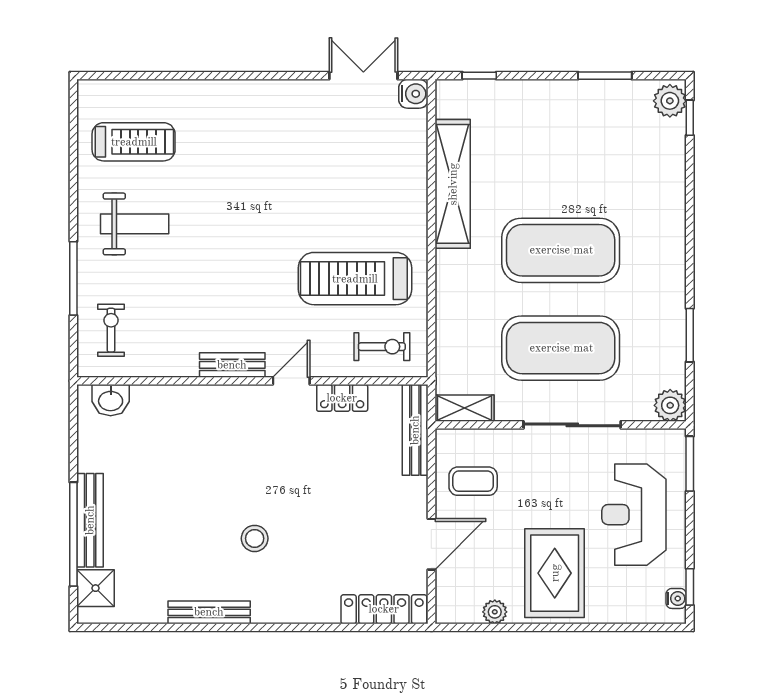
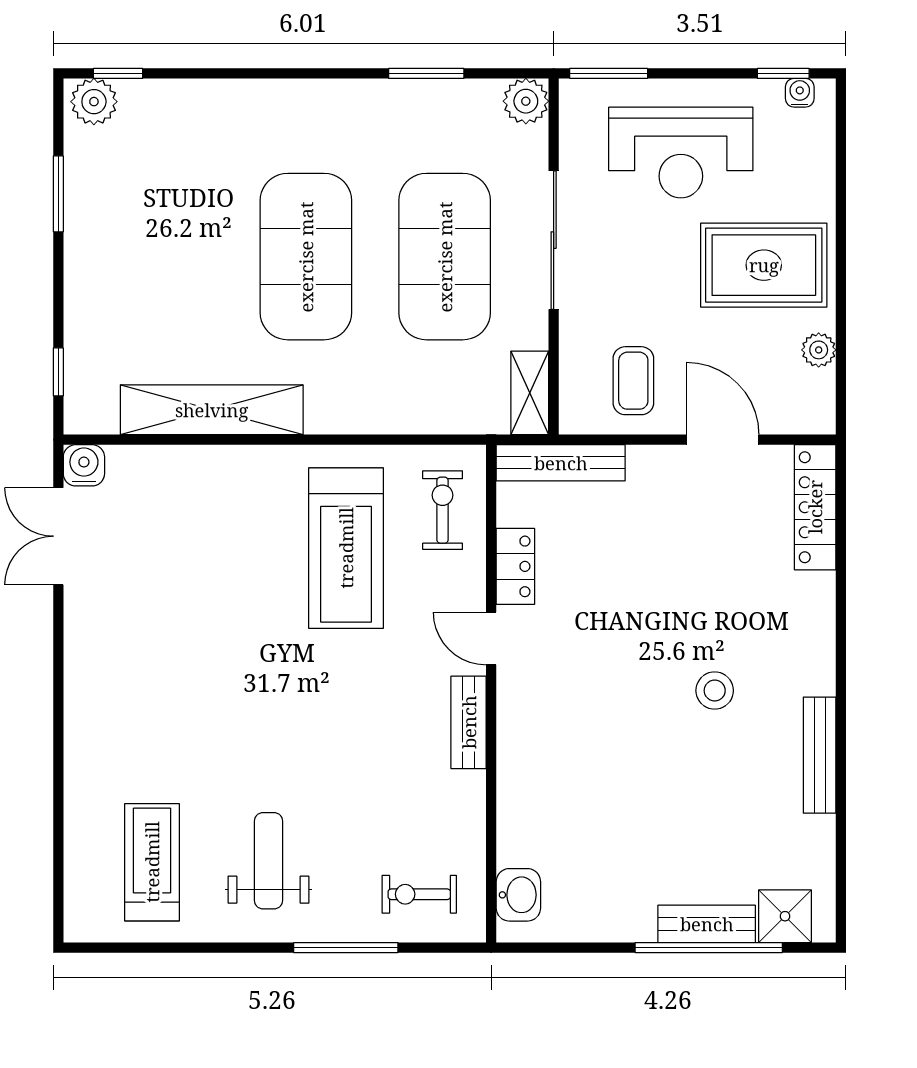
bench: (90, 520) -> (707, 924), width x0.73

